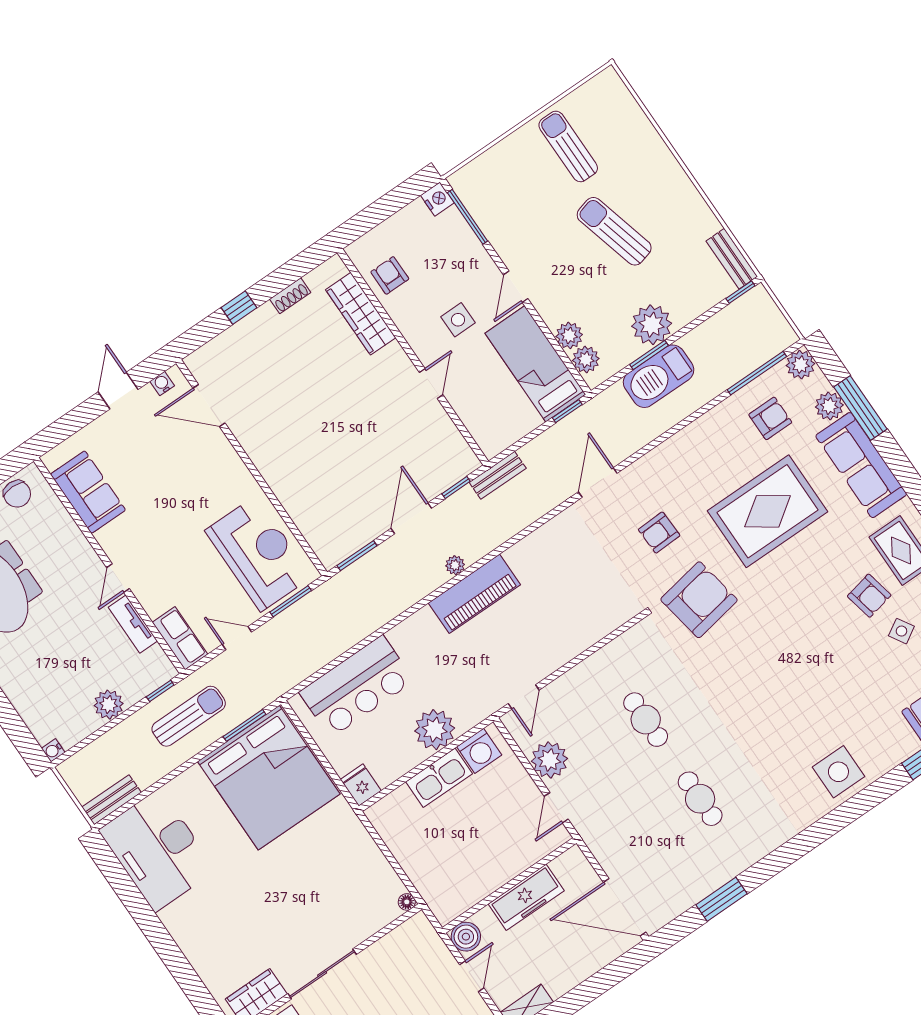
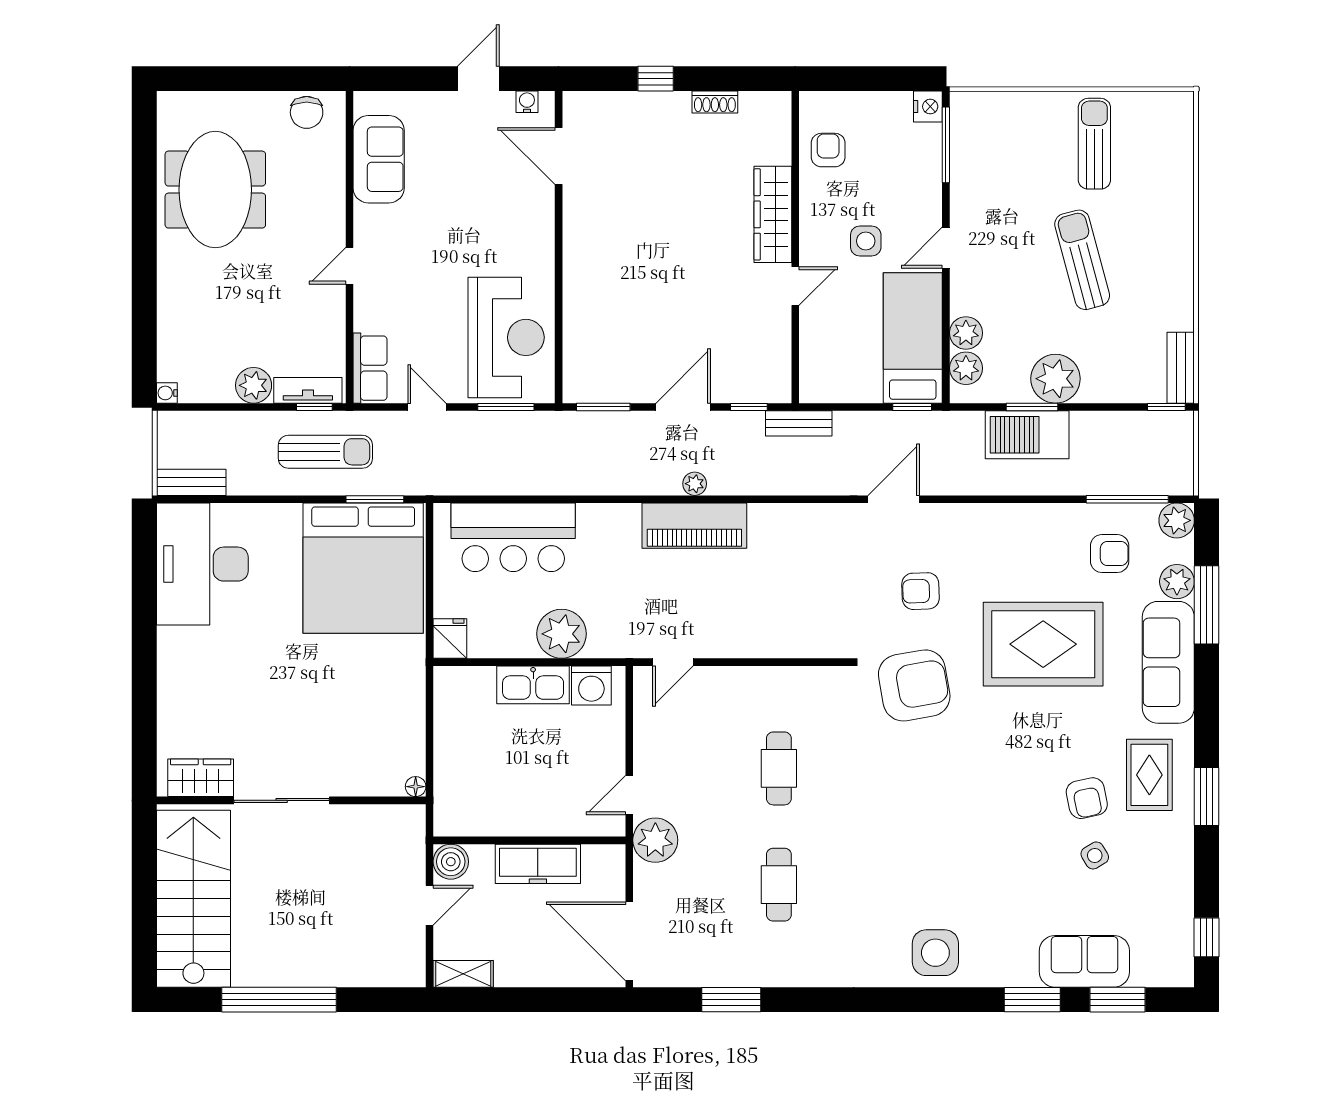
wardrobe: (361, 314) -> (773, 214), moved
tv unit: (133, 624) -> (308, 390), moved, turned 90
plant: (549, 760) -> (655, 840), moved

